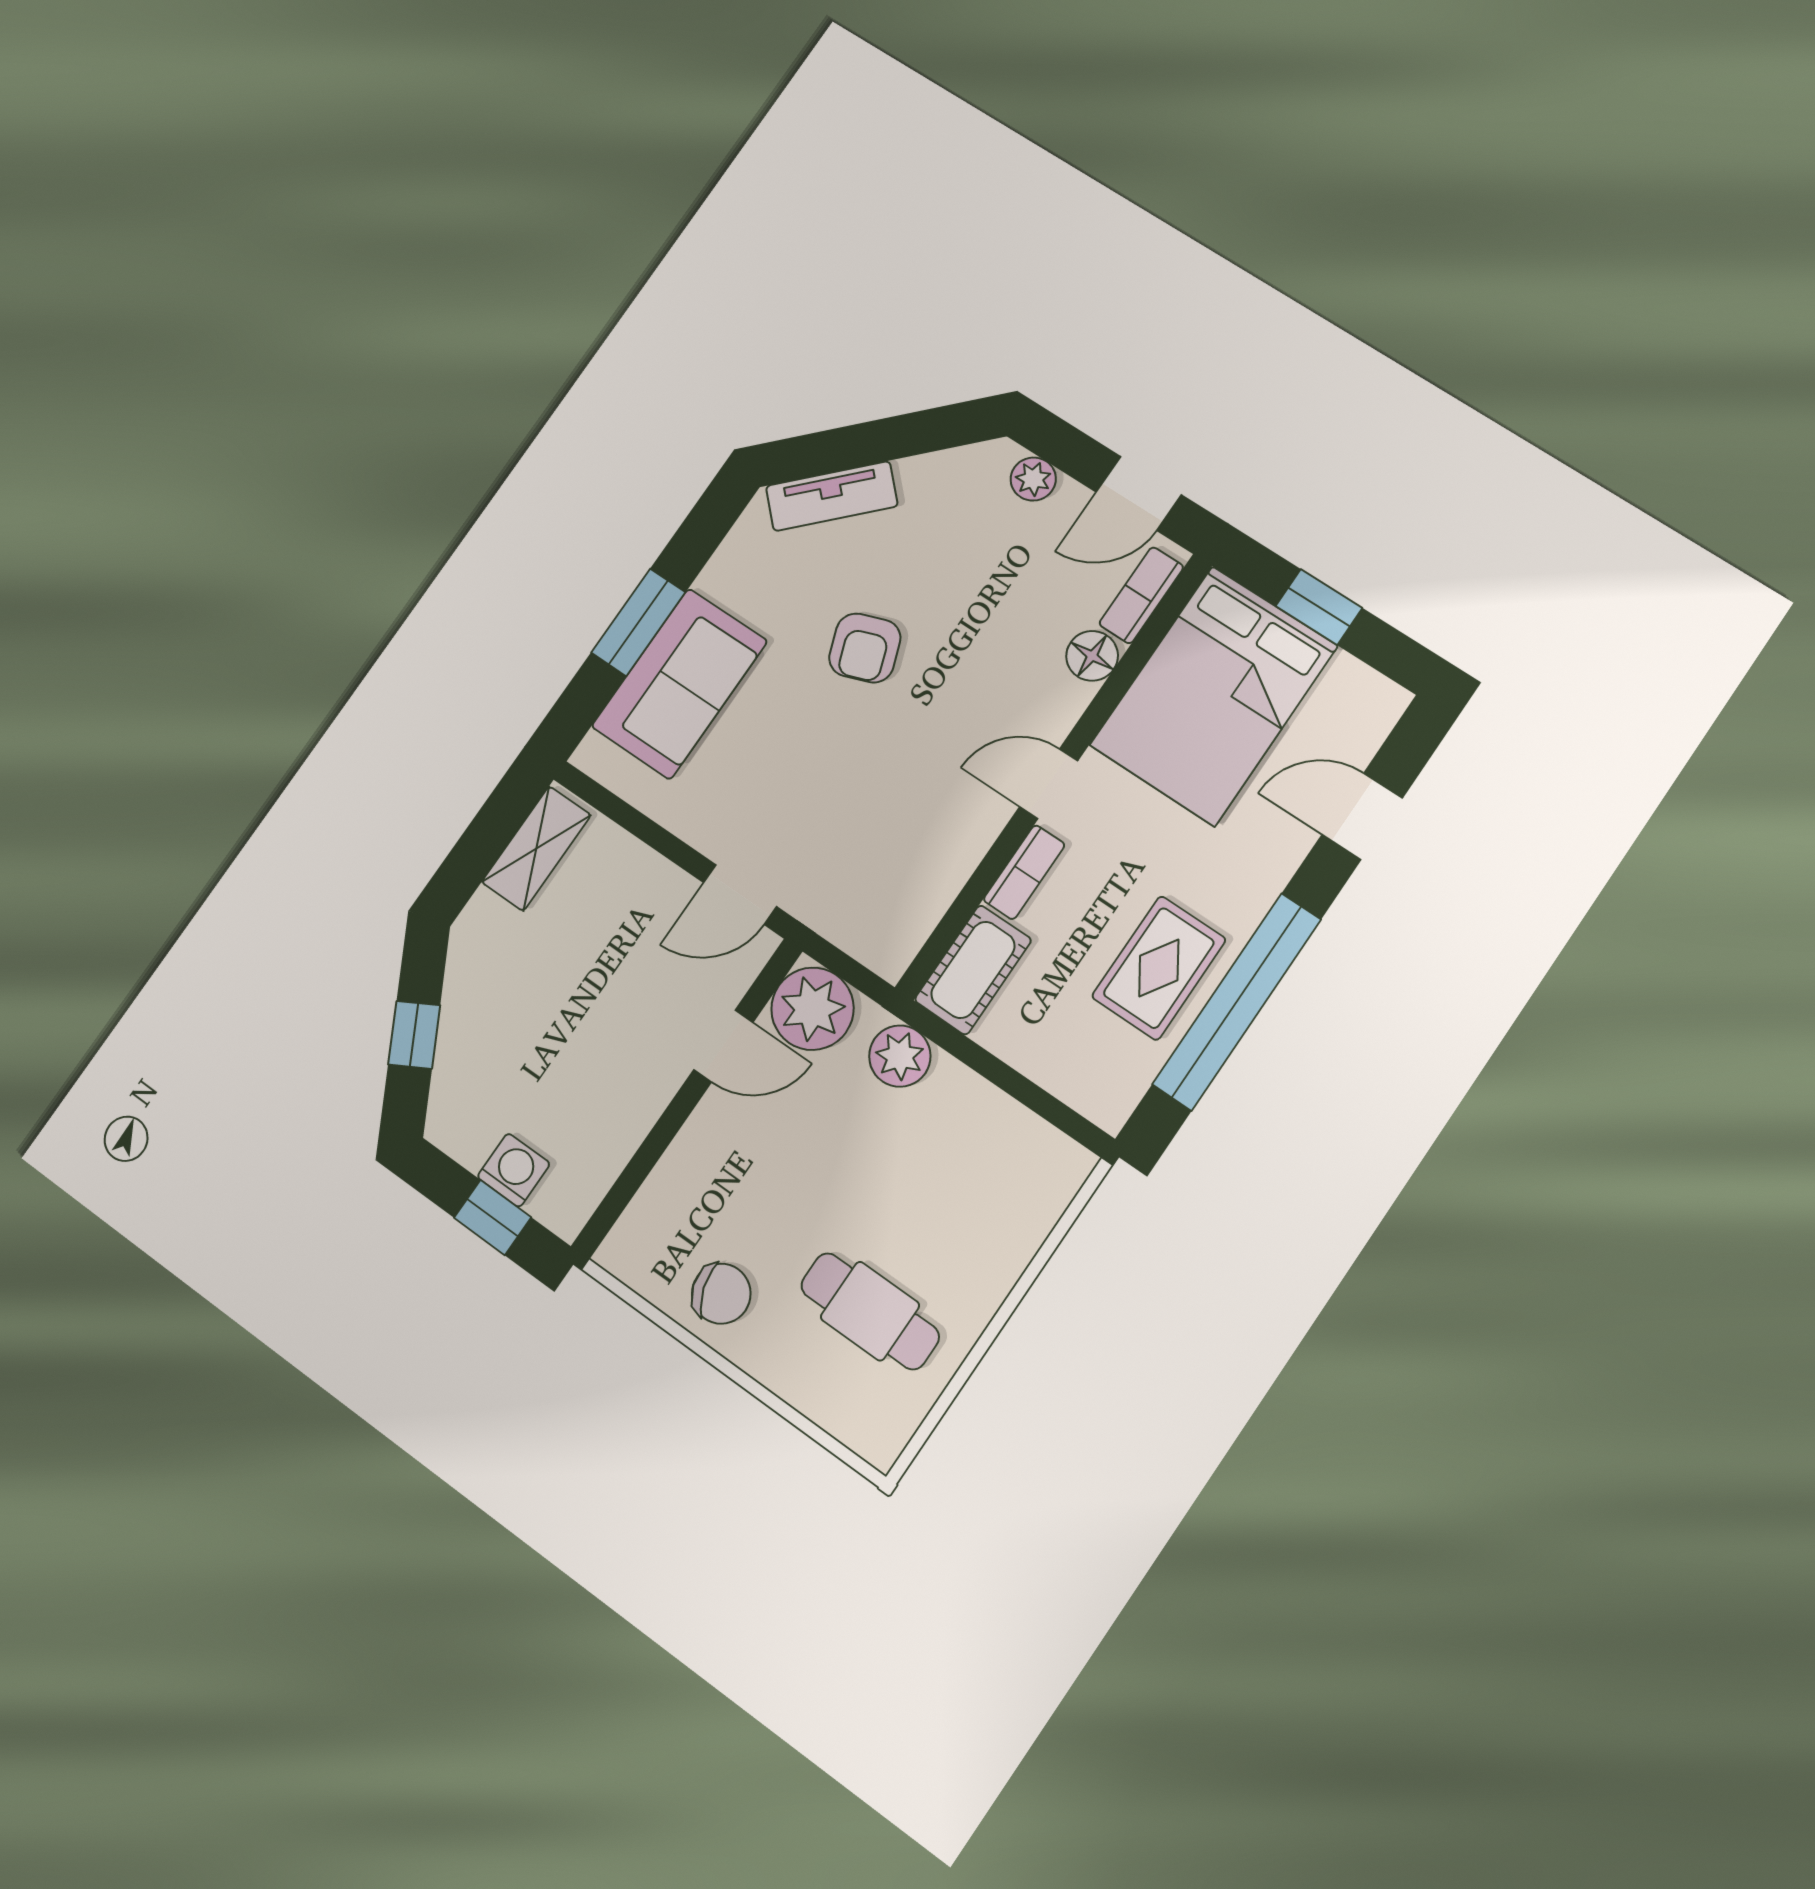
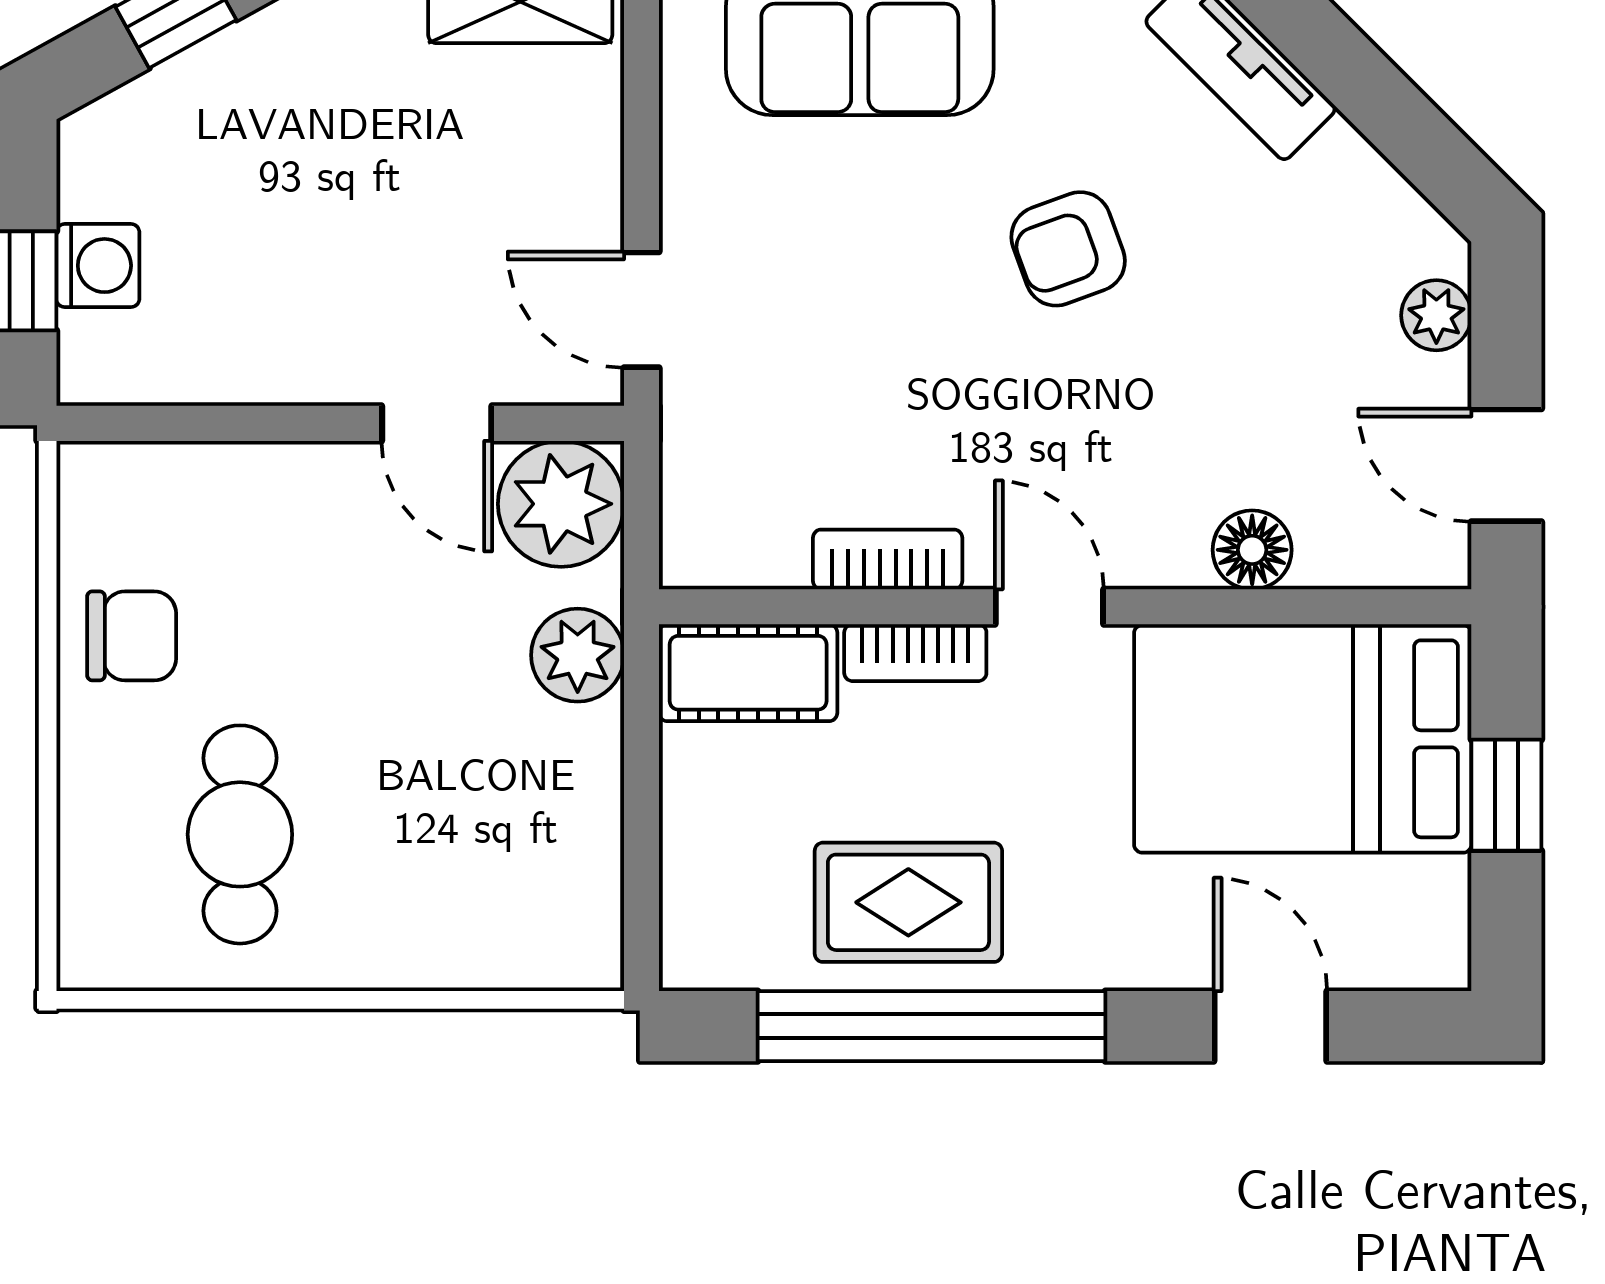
bookcase: (1141, 595) -> (888, 559), moved
chair: (721, 1294) -> (132, 636), turned -72

